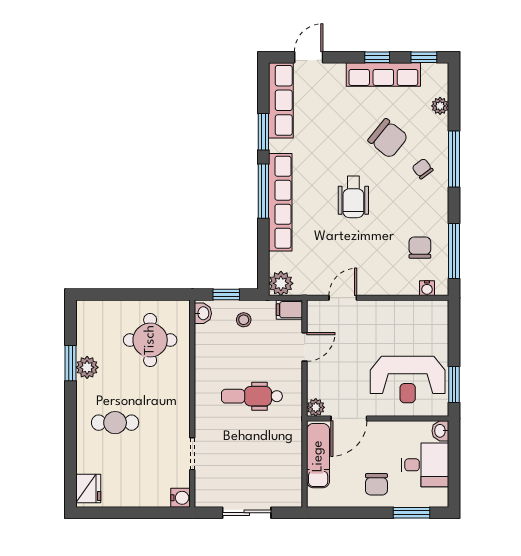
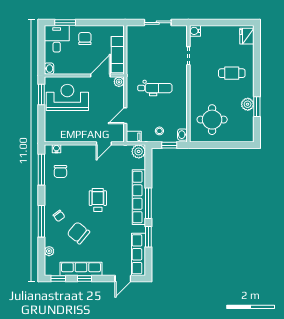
desk: (425, 465) -> (57, 39), moved, turned 90

